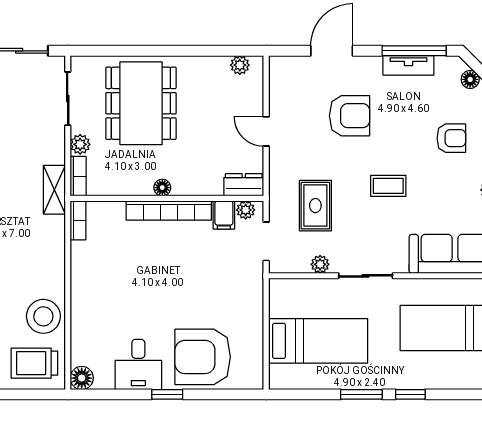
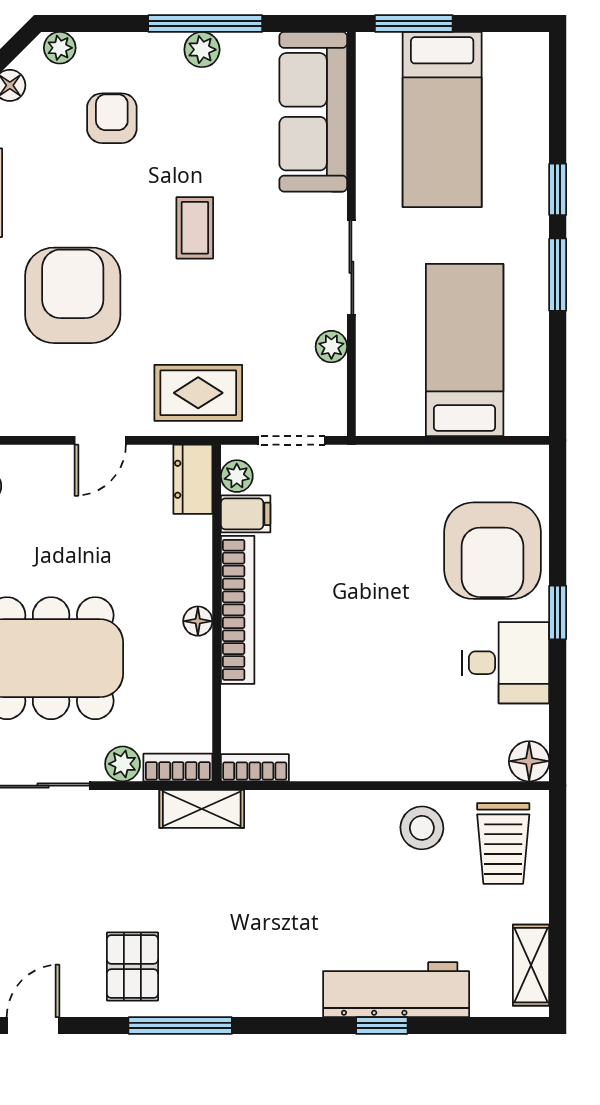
armchair: (349, 116) -> (73, 295), width x1.36, depth x1.36
rug: (315, 206) -> (198, 393), moved
stool: (43, 316) -> (422, 828), width x0.73, depth x0.73

